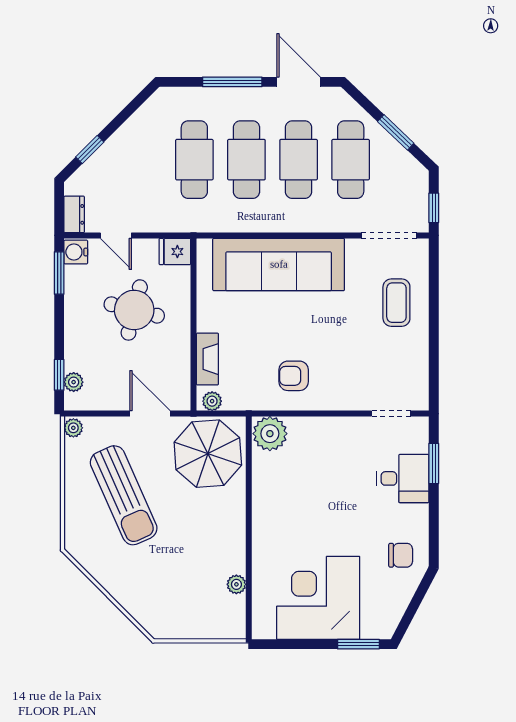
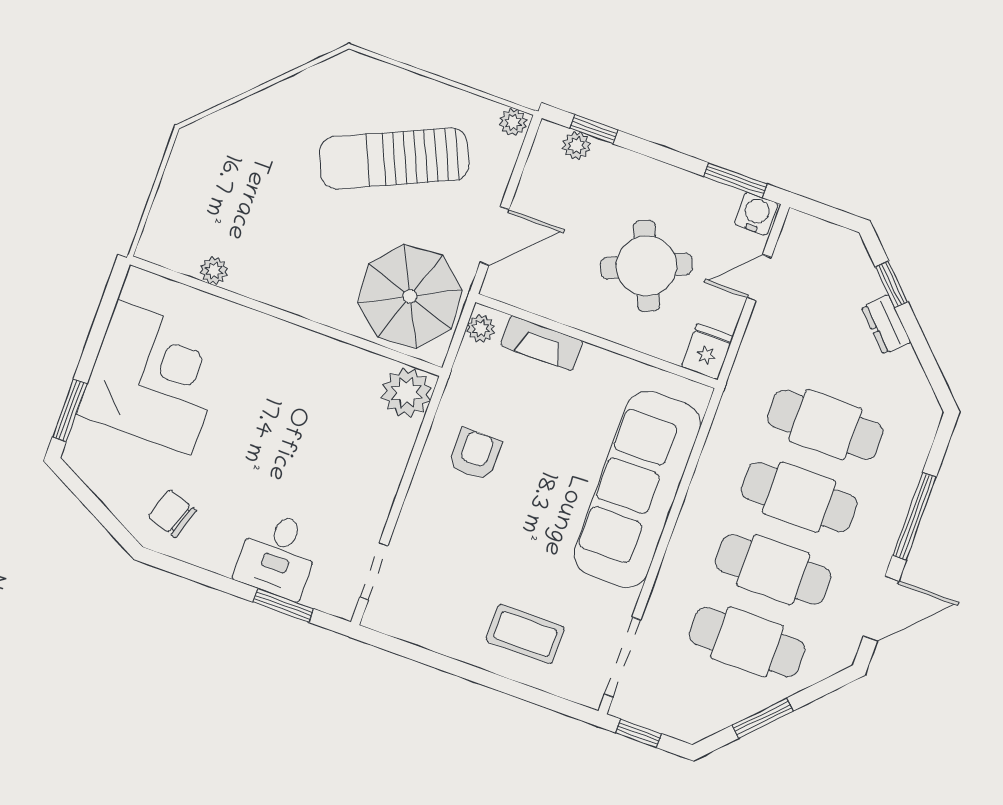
dresser: (74, 214) -> (886, 325), moved, turned 45
round table: (134, 310) -> (646, 266), turned -37
chair: (401, 555) -> (172, 513), turned 109

